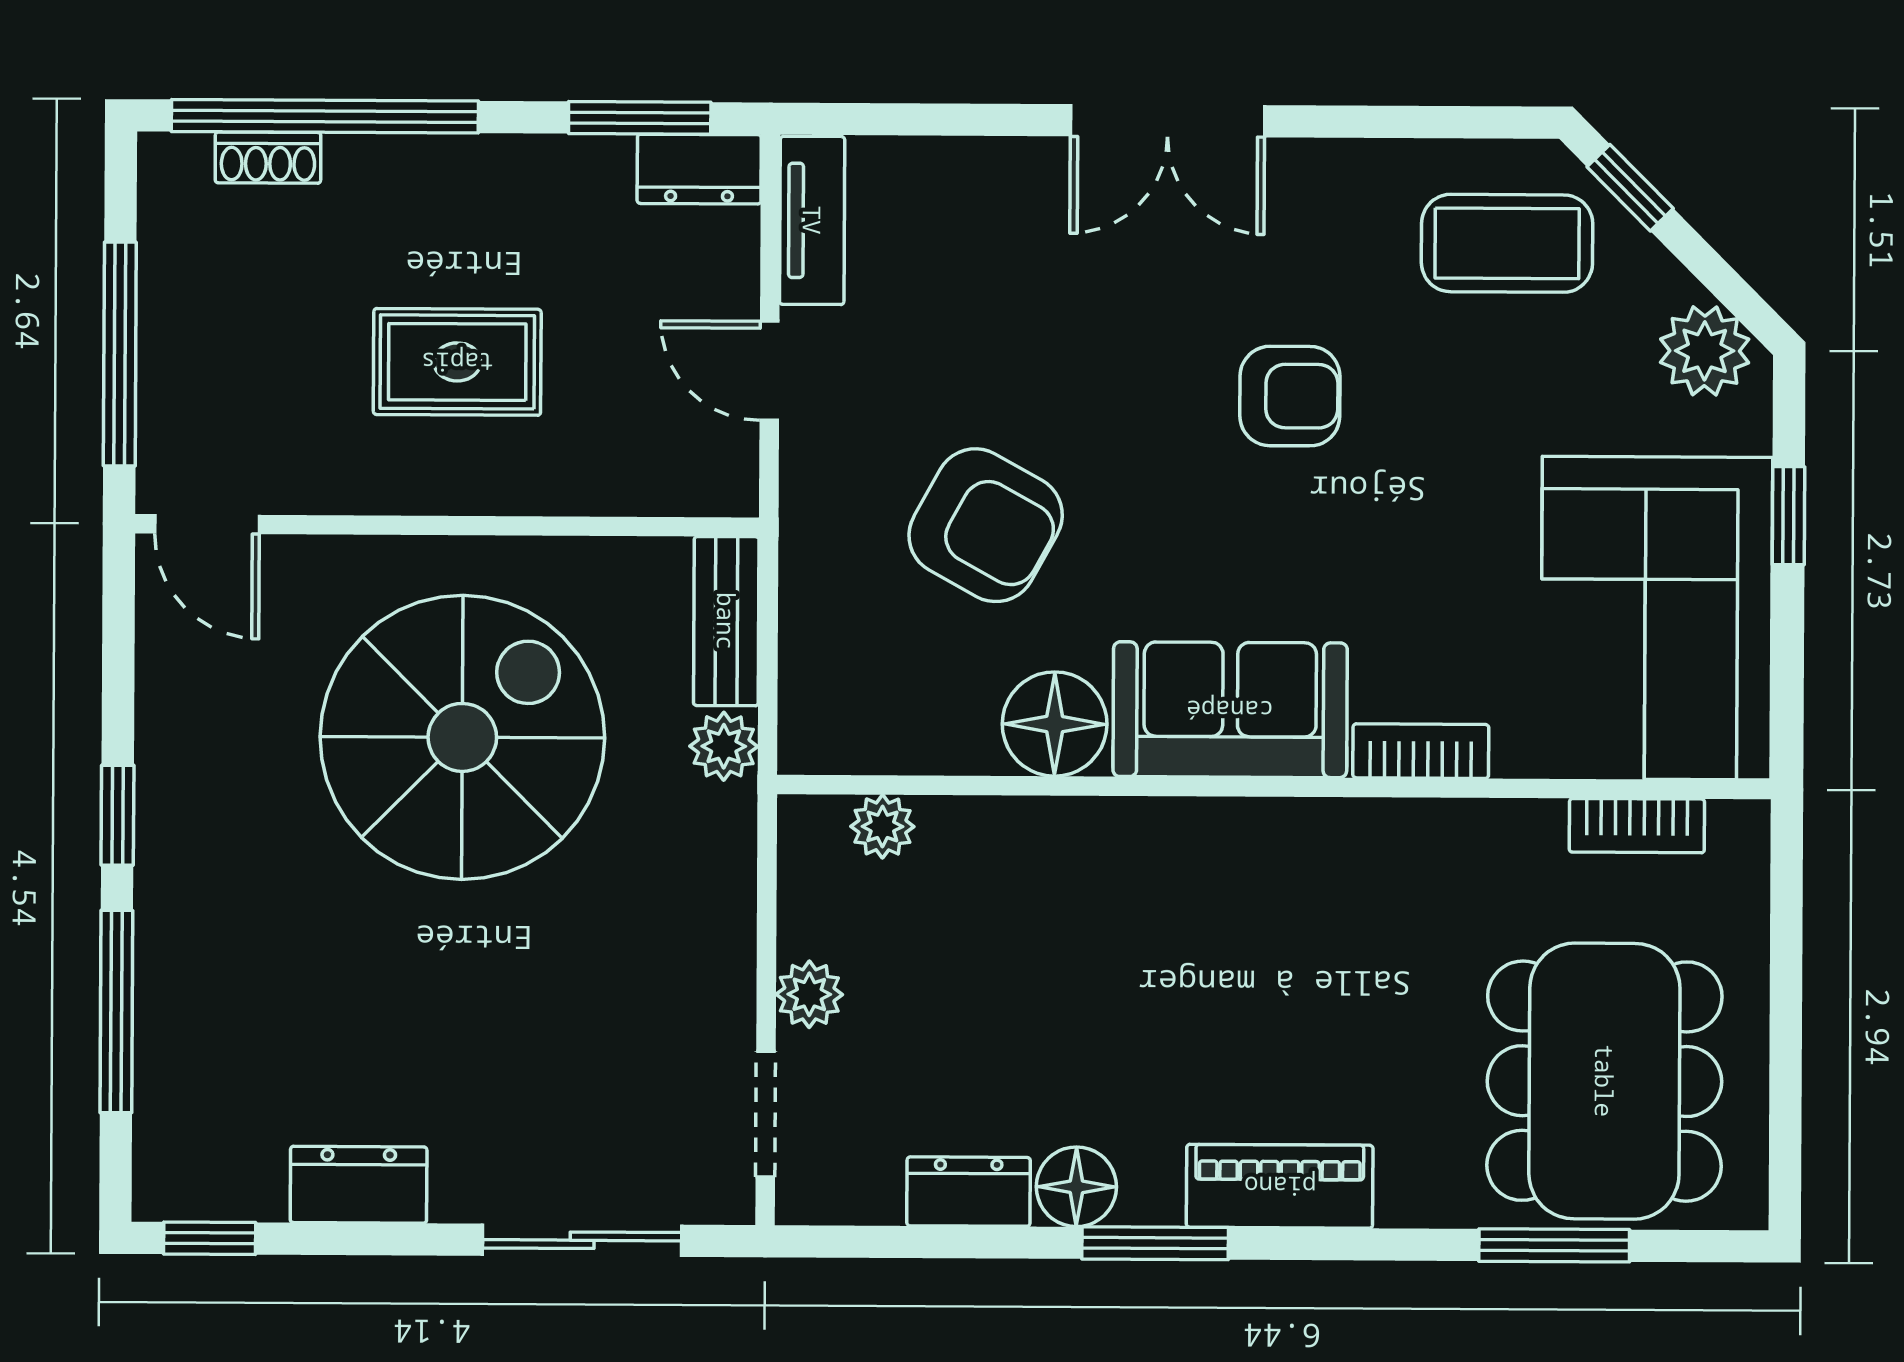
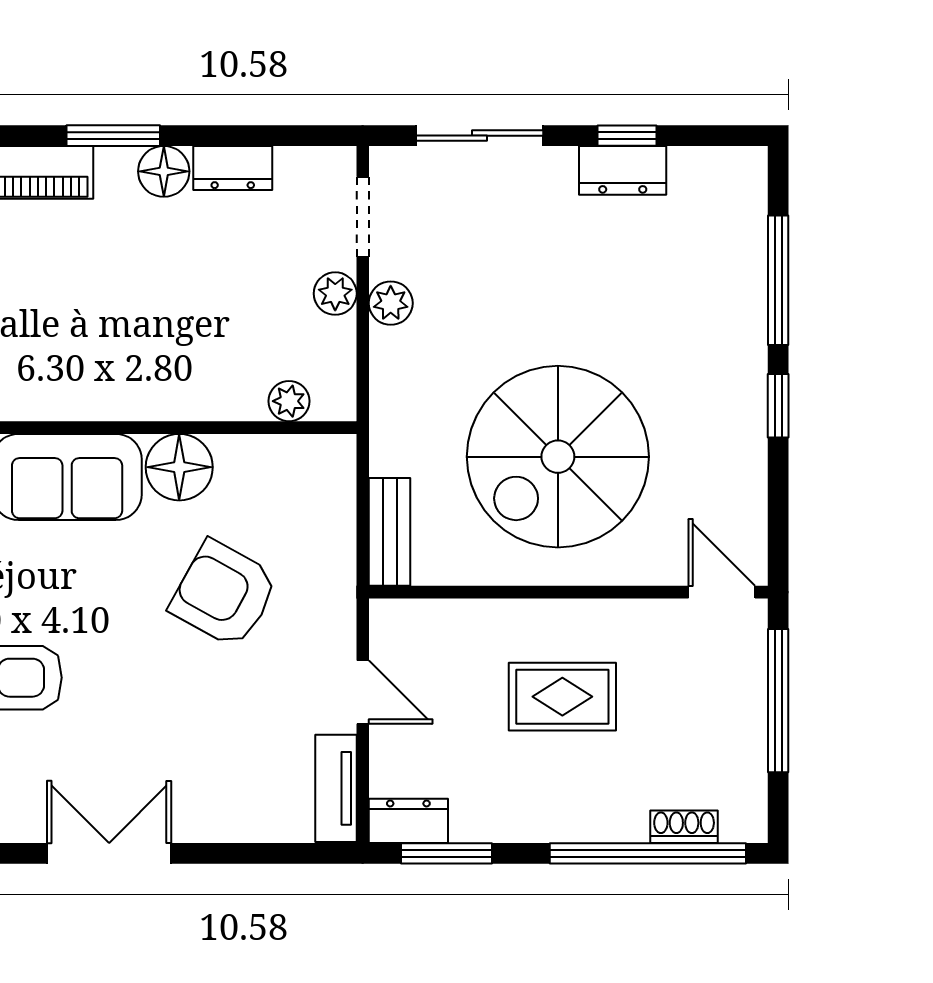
plant: (724, 746) -> (391, 303), moved
window: (210, 1238) -> (627, 136), moved

